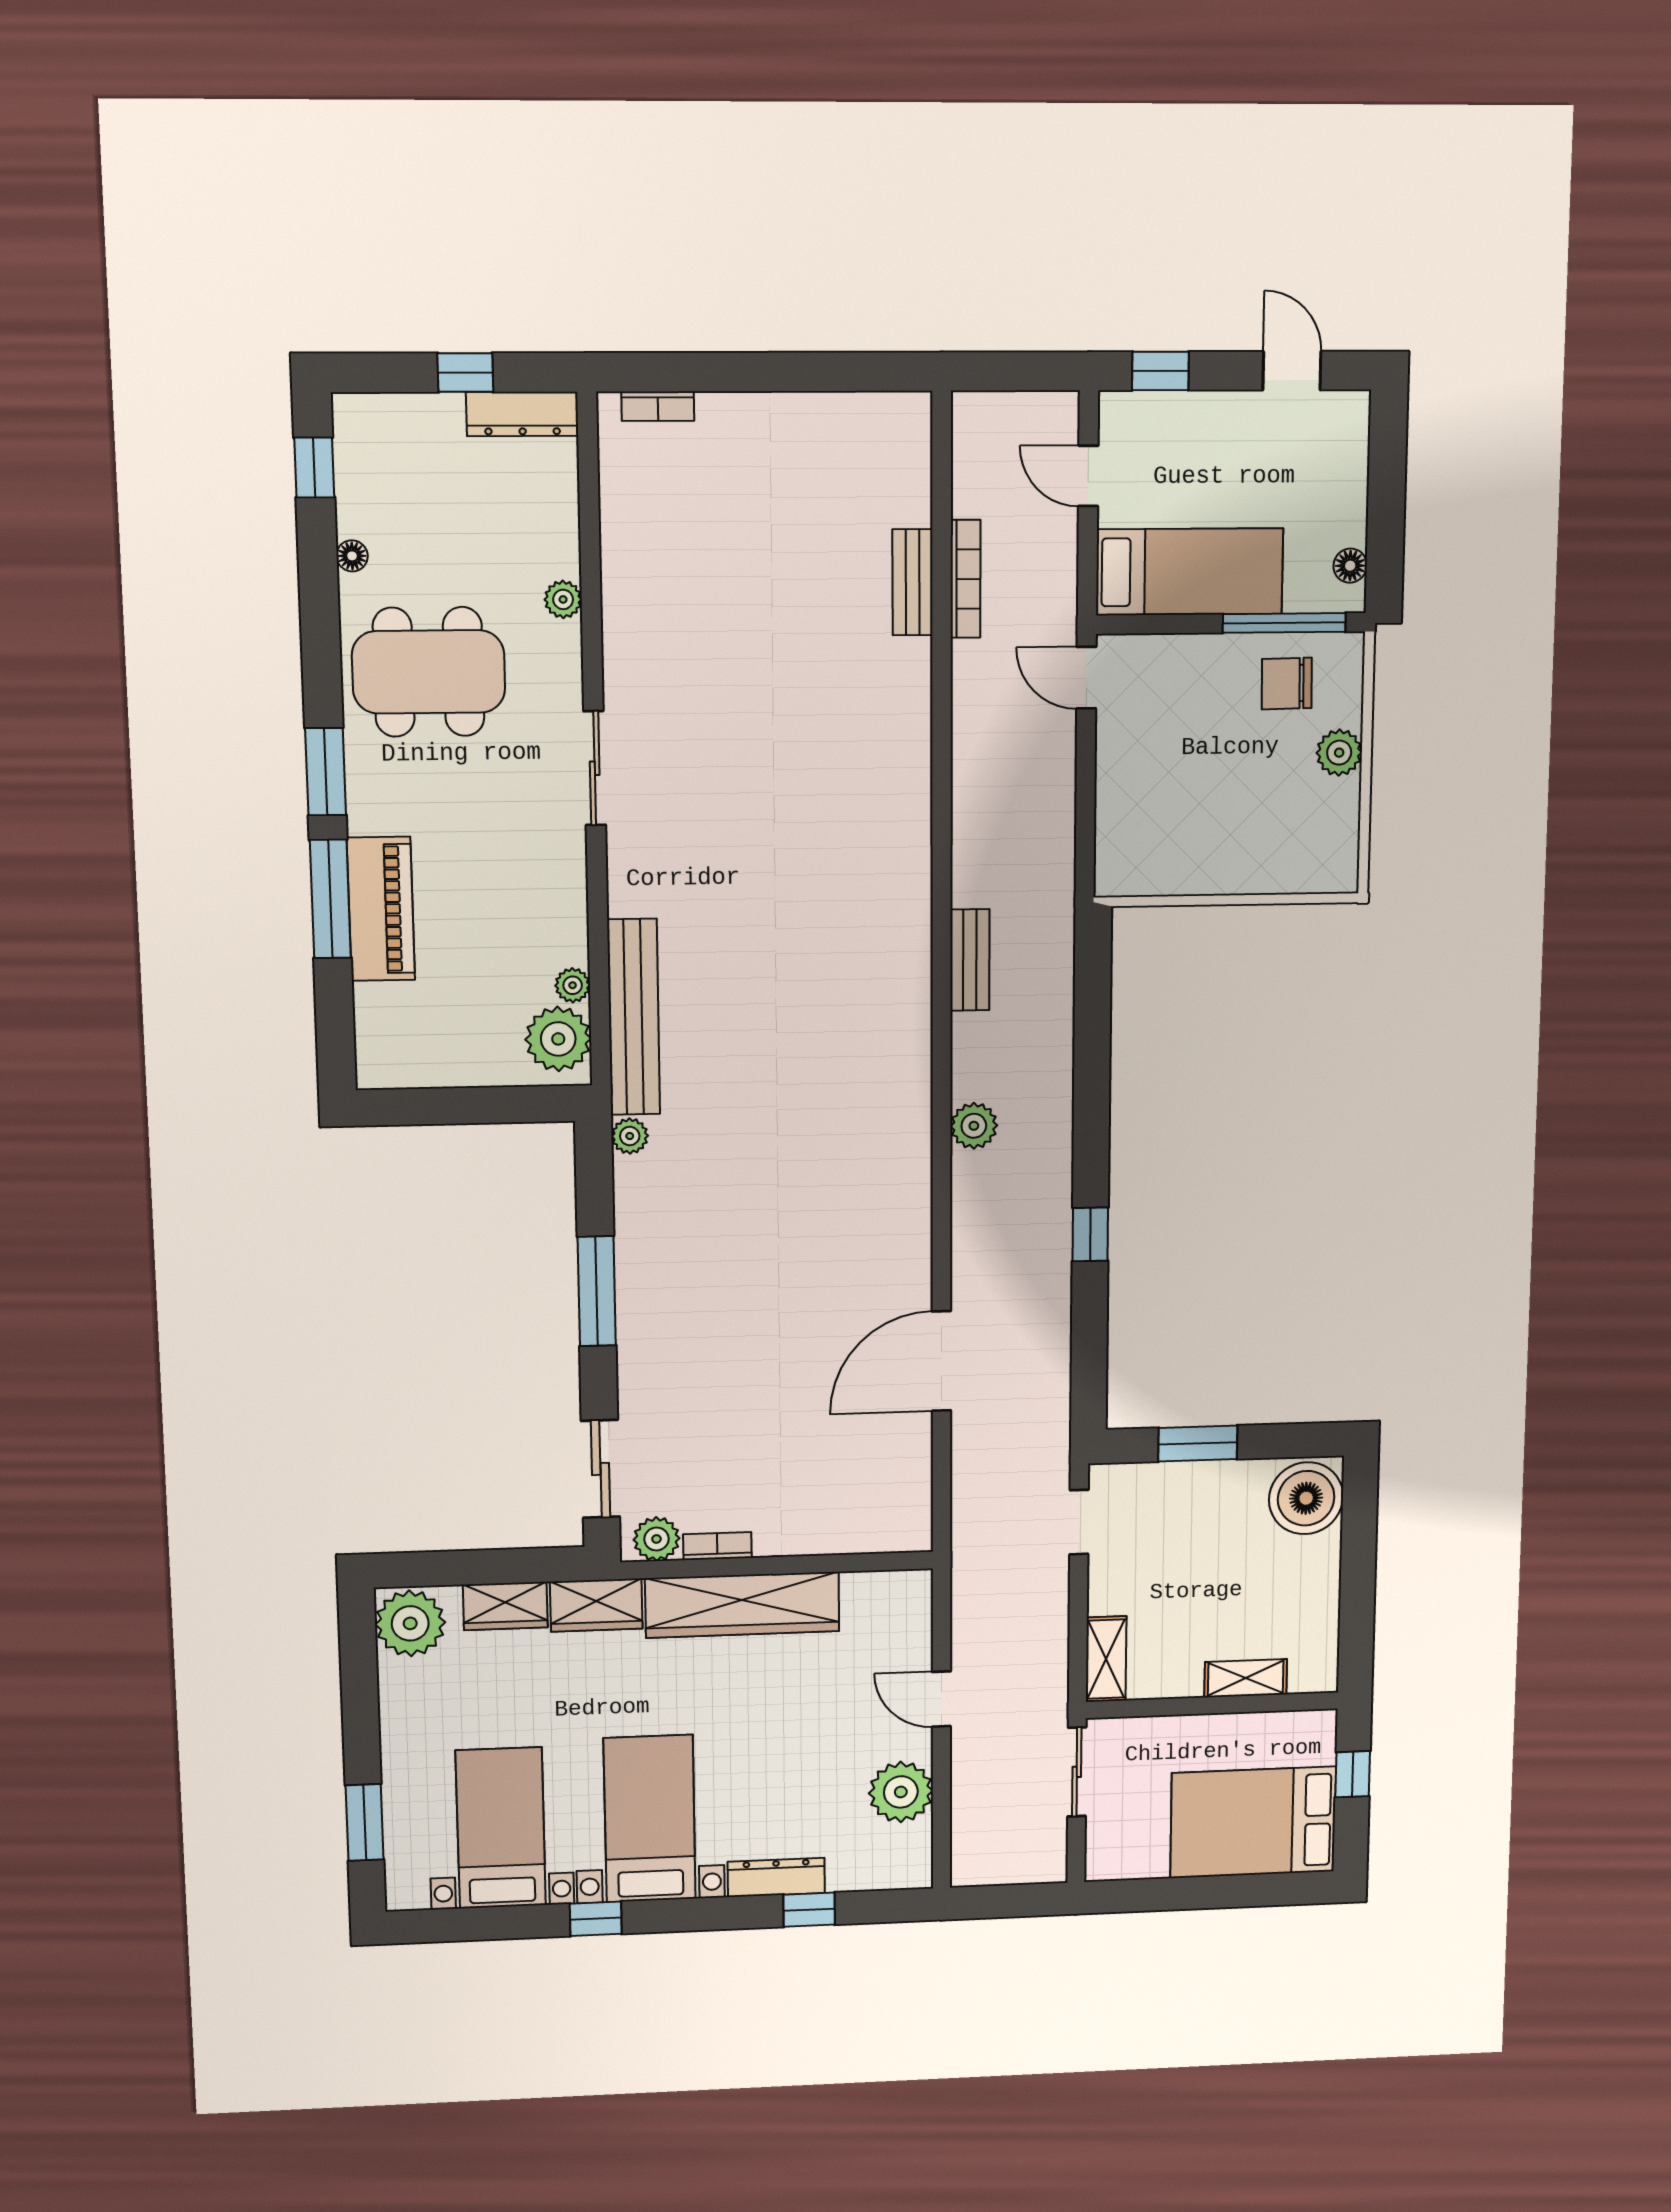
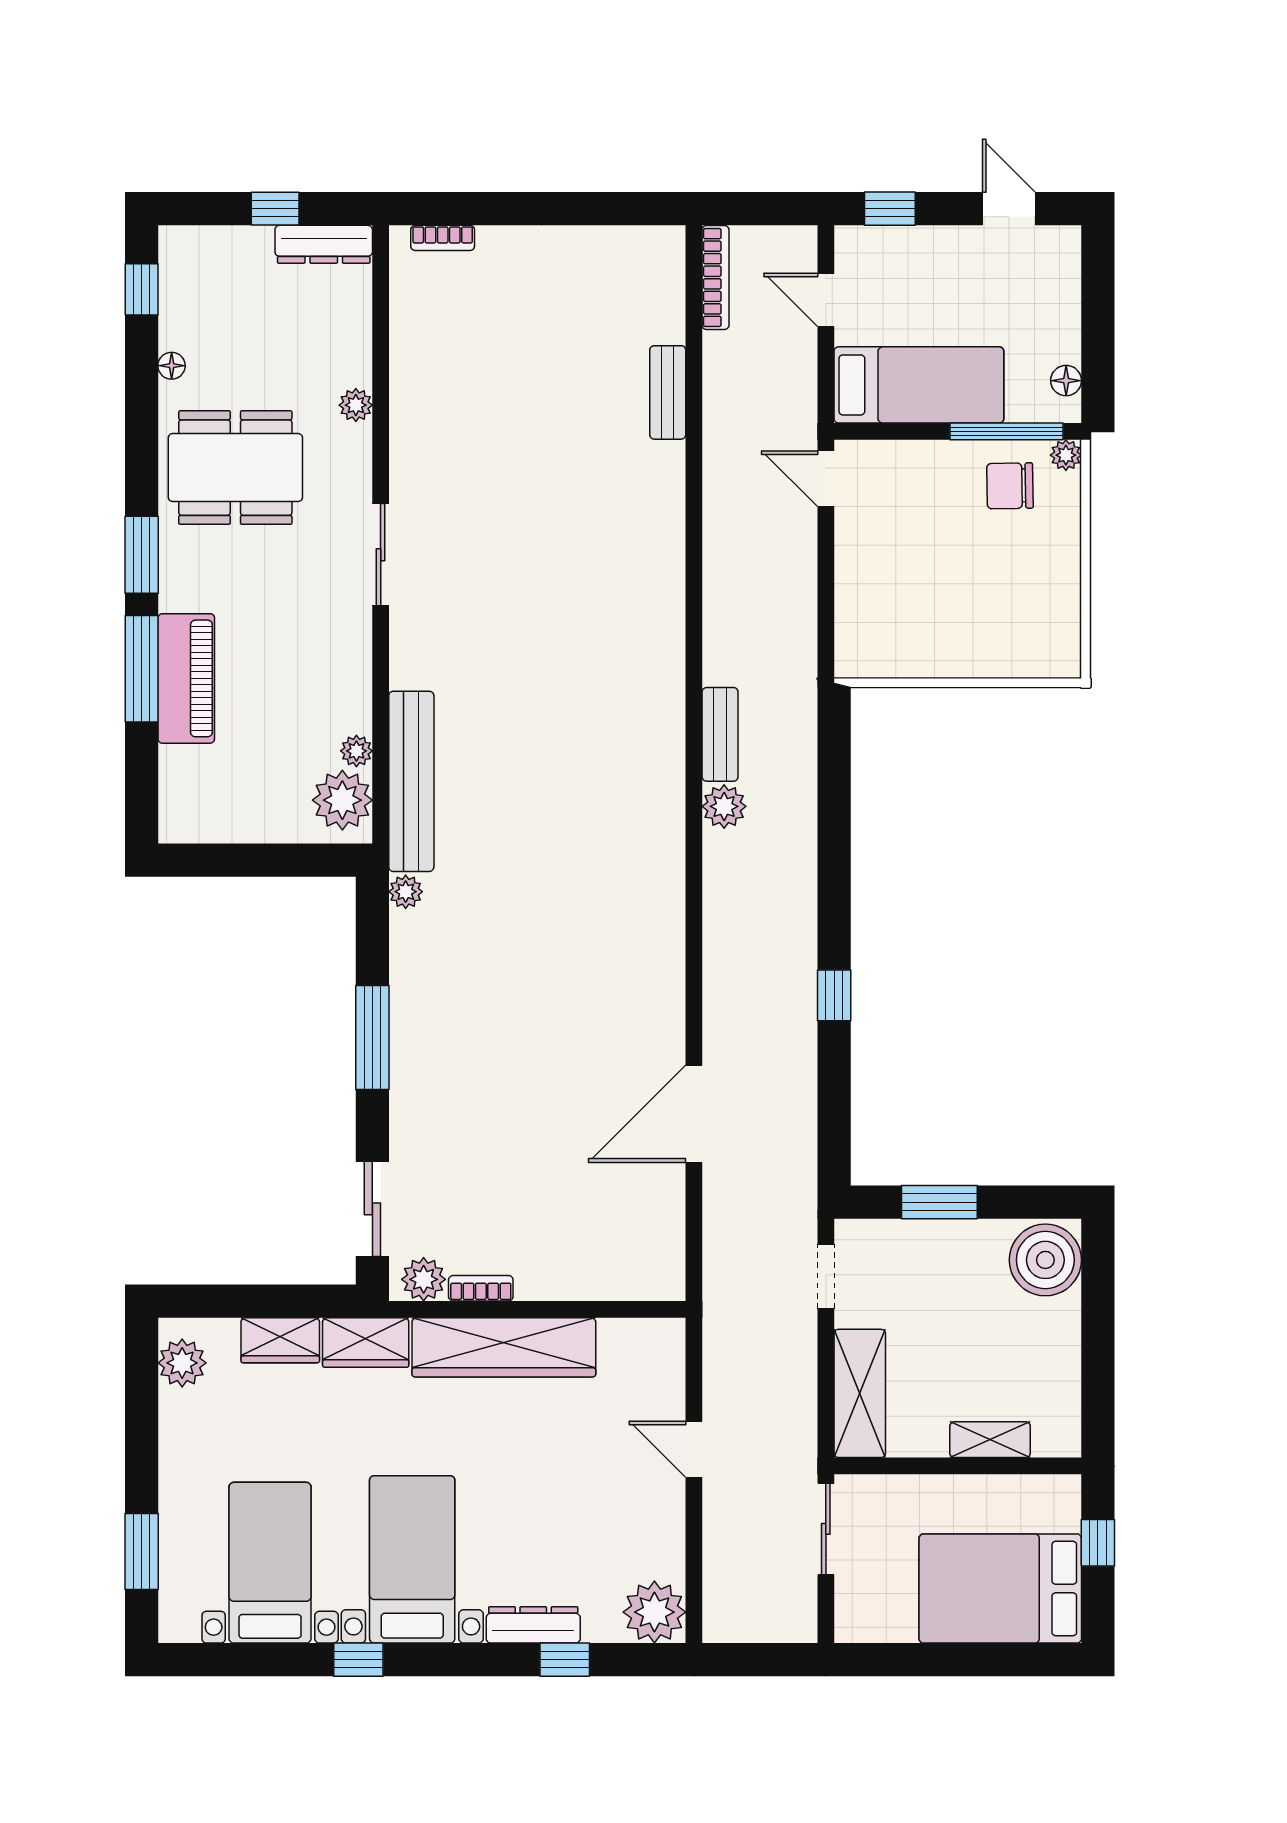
bookcase: (966, 579) -> (715, 278), moved
plant: (1339, 753) -> (1066, 455), moved, width x0.73, depth x0.73
plant: (974, 1126) -> (724, 806), moved
plant: (410, 1623) -> (182, 1363), width x0.73, depth x0.73
shelving: (1106, 1659) -> (860, 1393), width x1.50, depth x1.33
plant: (901, 1792) -> (654, 1612), moved

